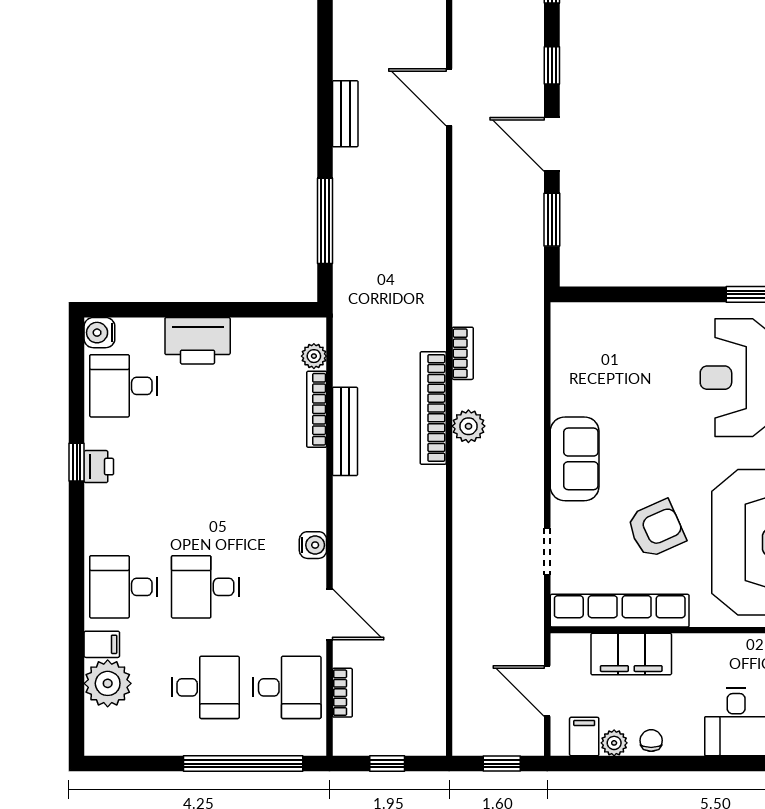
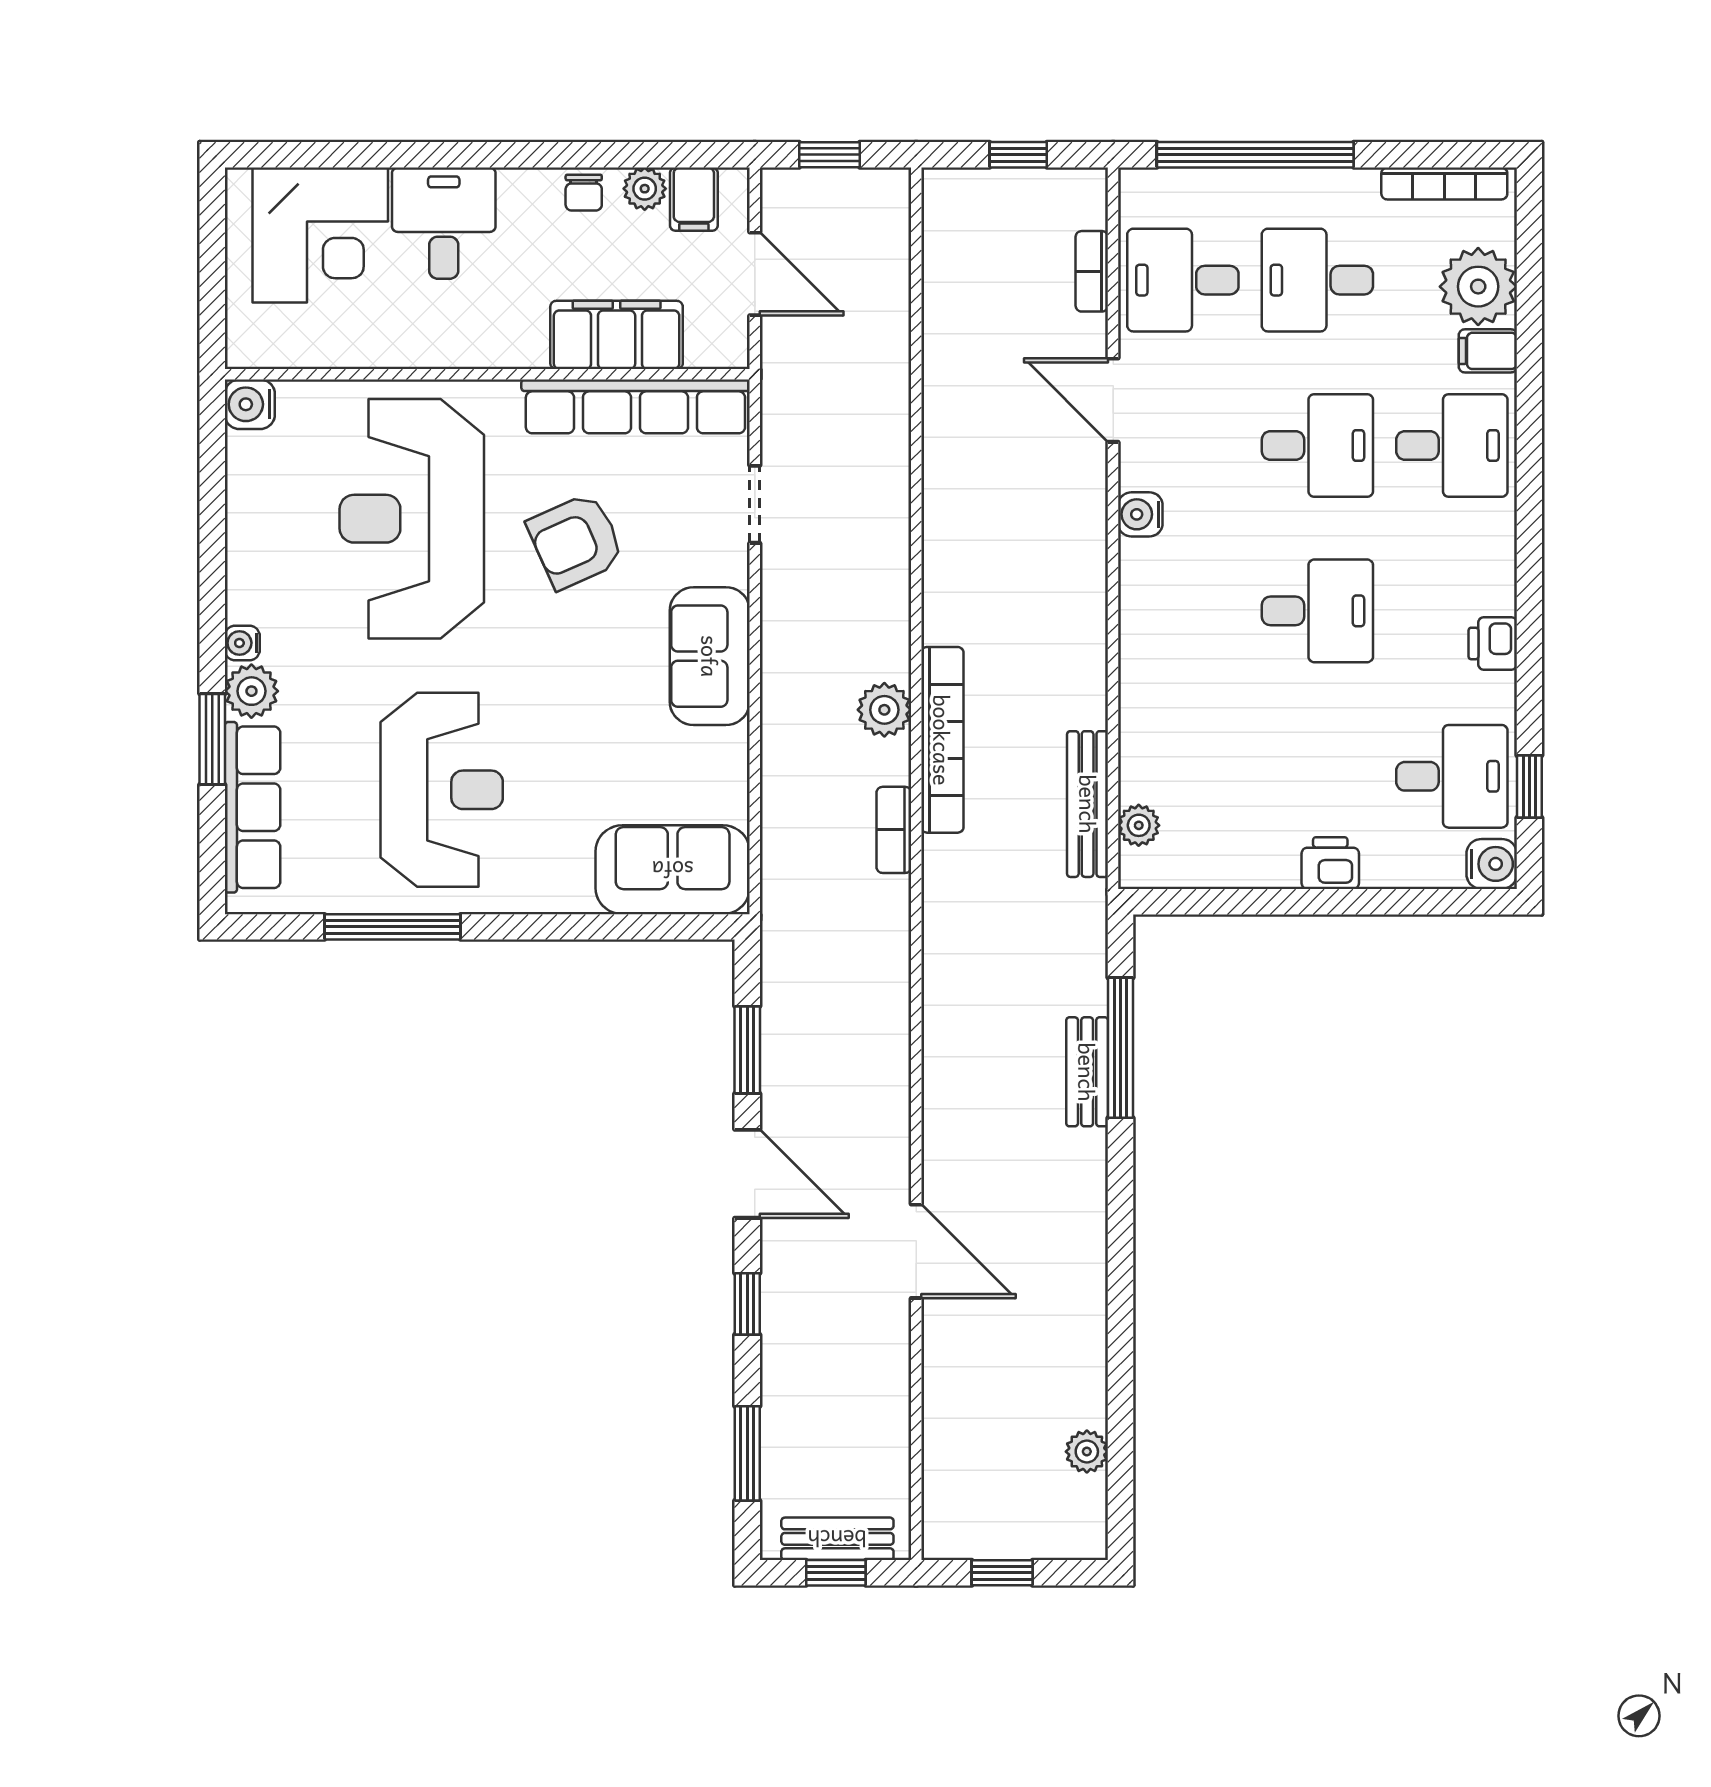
bench: (345, 114) -> (1087, 1072), moved
sofa: (597, 329) -> (673, 870), added
printer: (198, 341) -> (1330, 863), width x0.53, depth x0.68
bookcase: (317, 409) -> (1444, 183), moved, turned 90
bench: (345, 431) -> (1088, 804), moved
window: (77, 462) -> (1529, 786), moved
desk: (205, 486) -> (1317, 611), added

